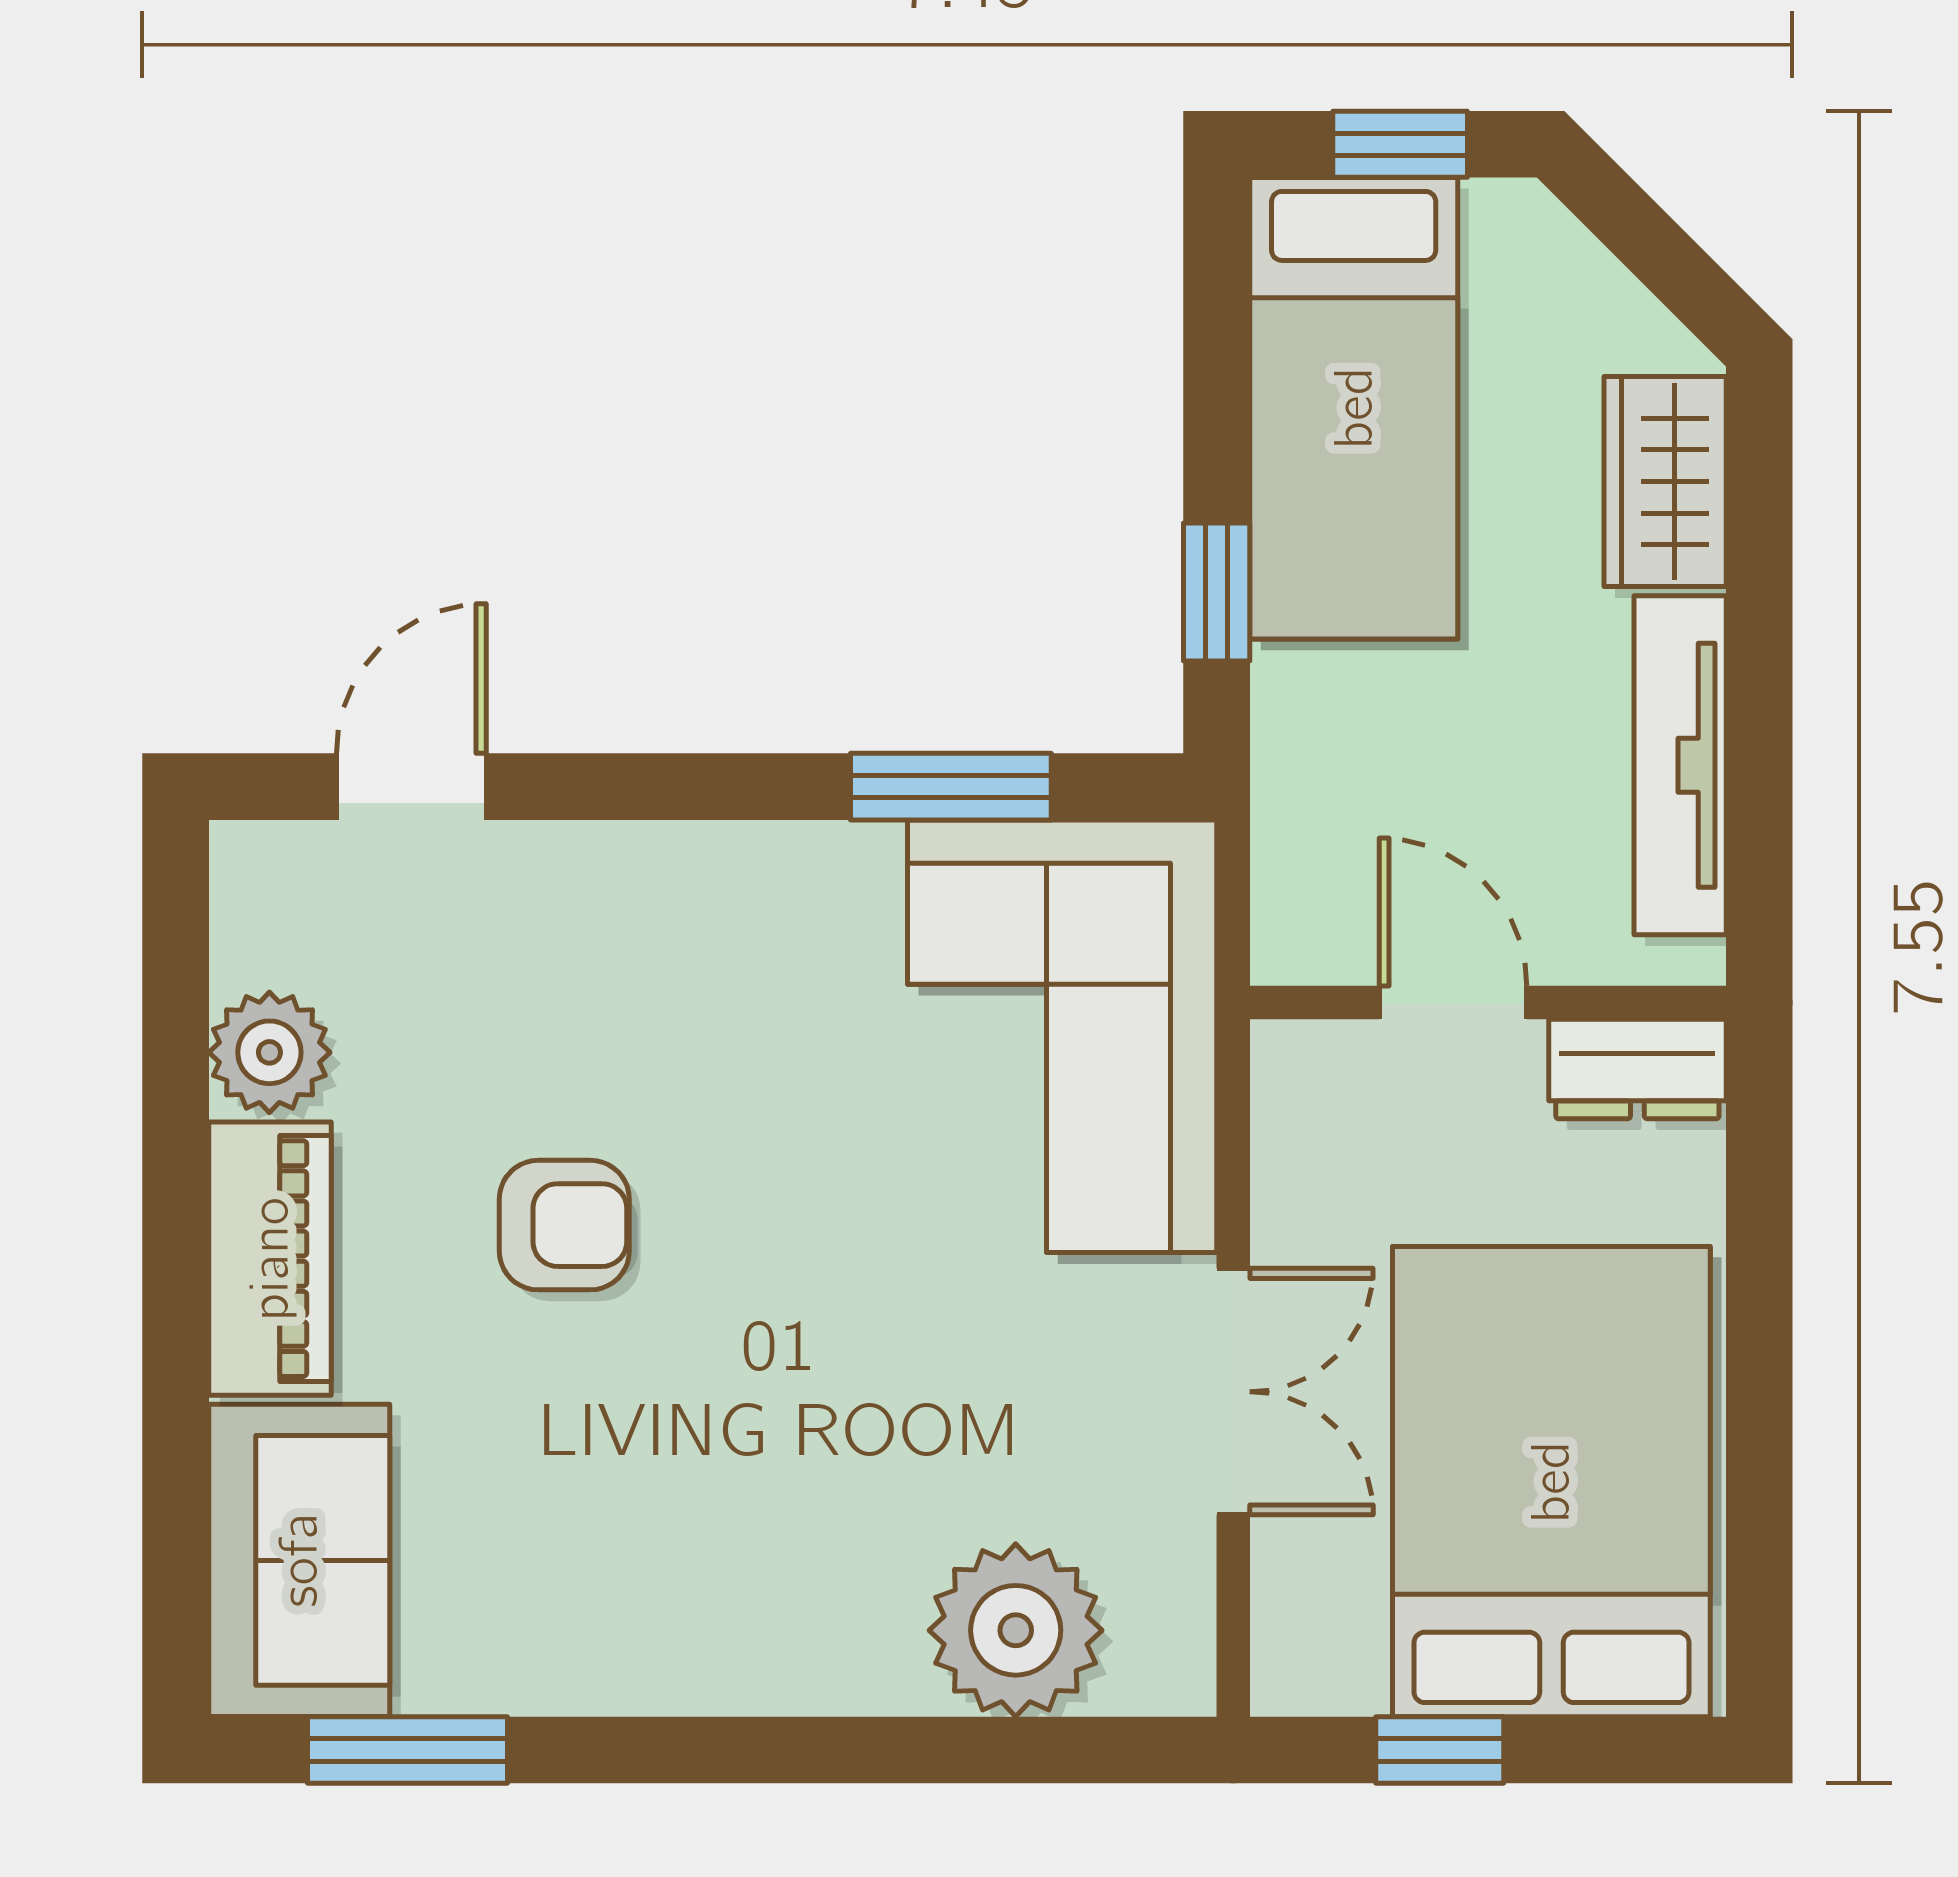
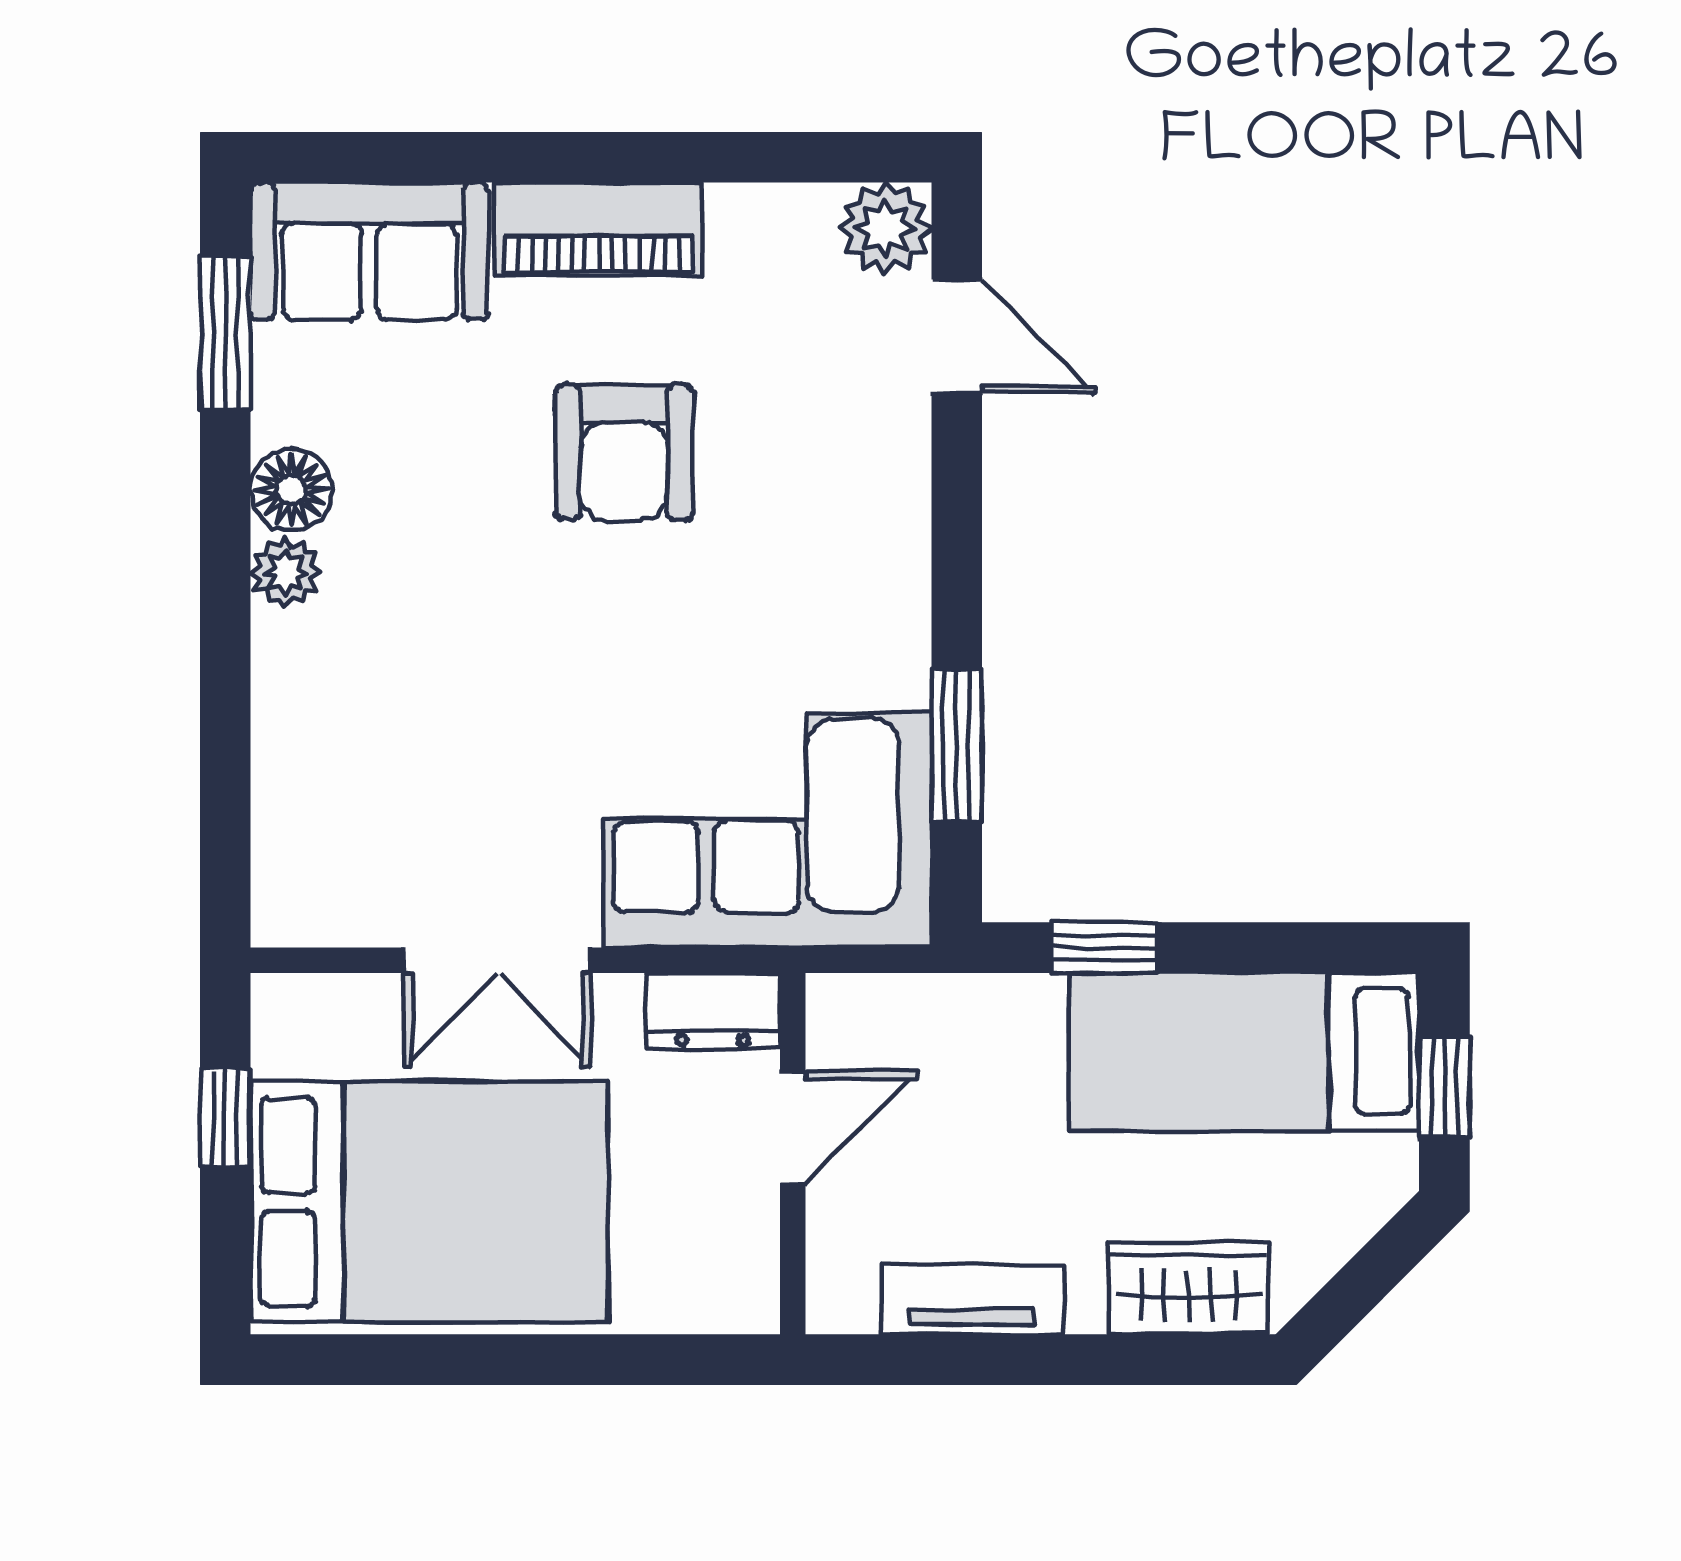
tv unit: (1680, 765) -> (973, 1299), width x0.71
plant: (269, 1052) -> (886, 228), moved
dresser: (1637, 1069) -> (713, 1011), moved, turned -90
armchair: (564, 1225) -> (624, 452), width x1.38, depth x1.38
plant: (1016, 1630) -> (286, 573), moved, width x0.53, depth x0.53
floor lamp: (614, 1663) -> (292, 490), added

